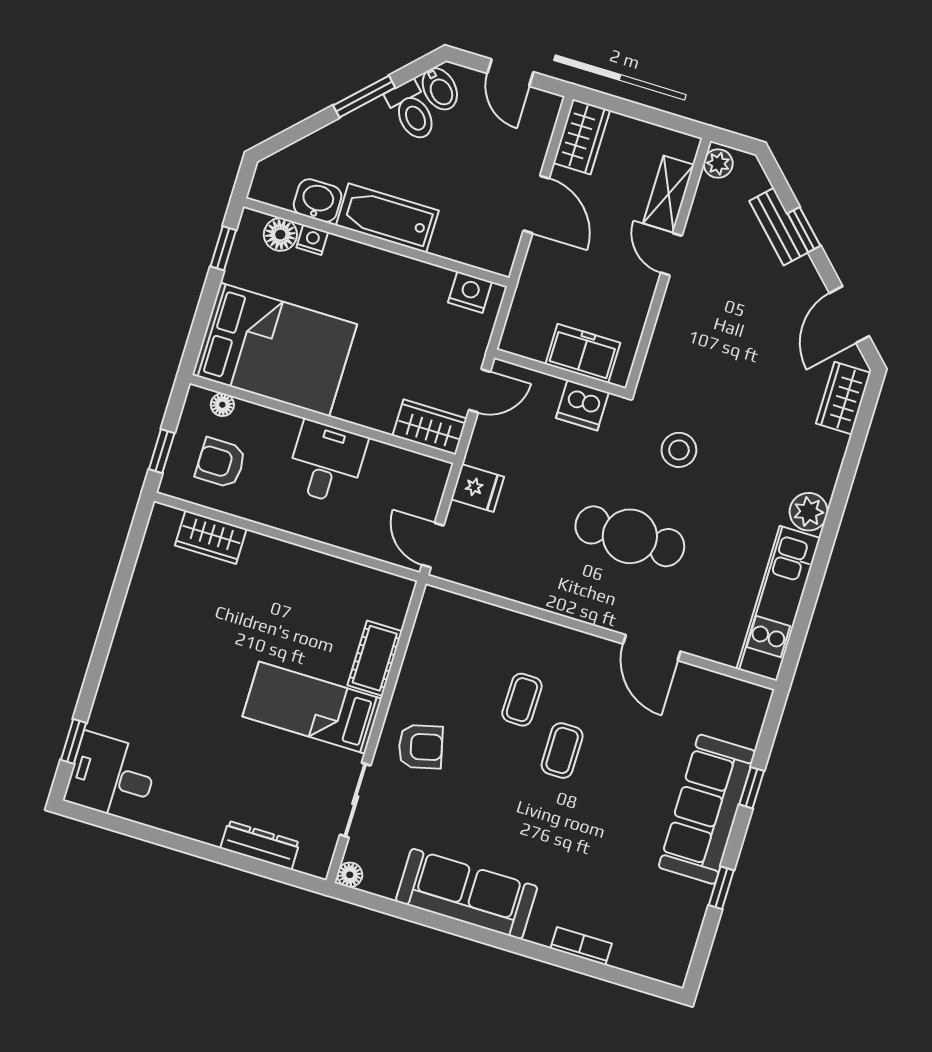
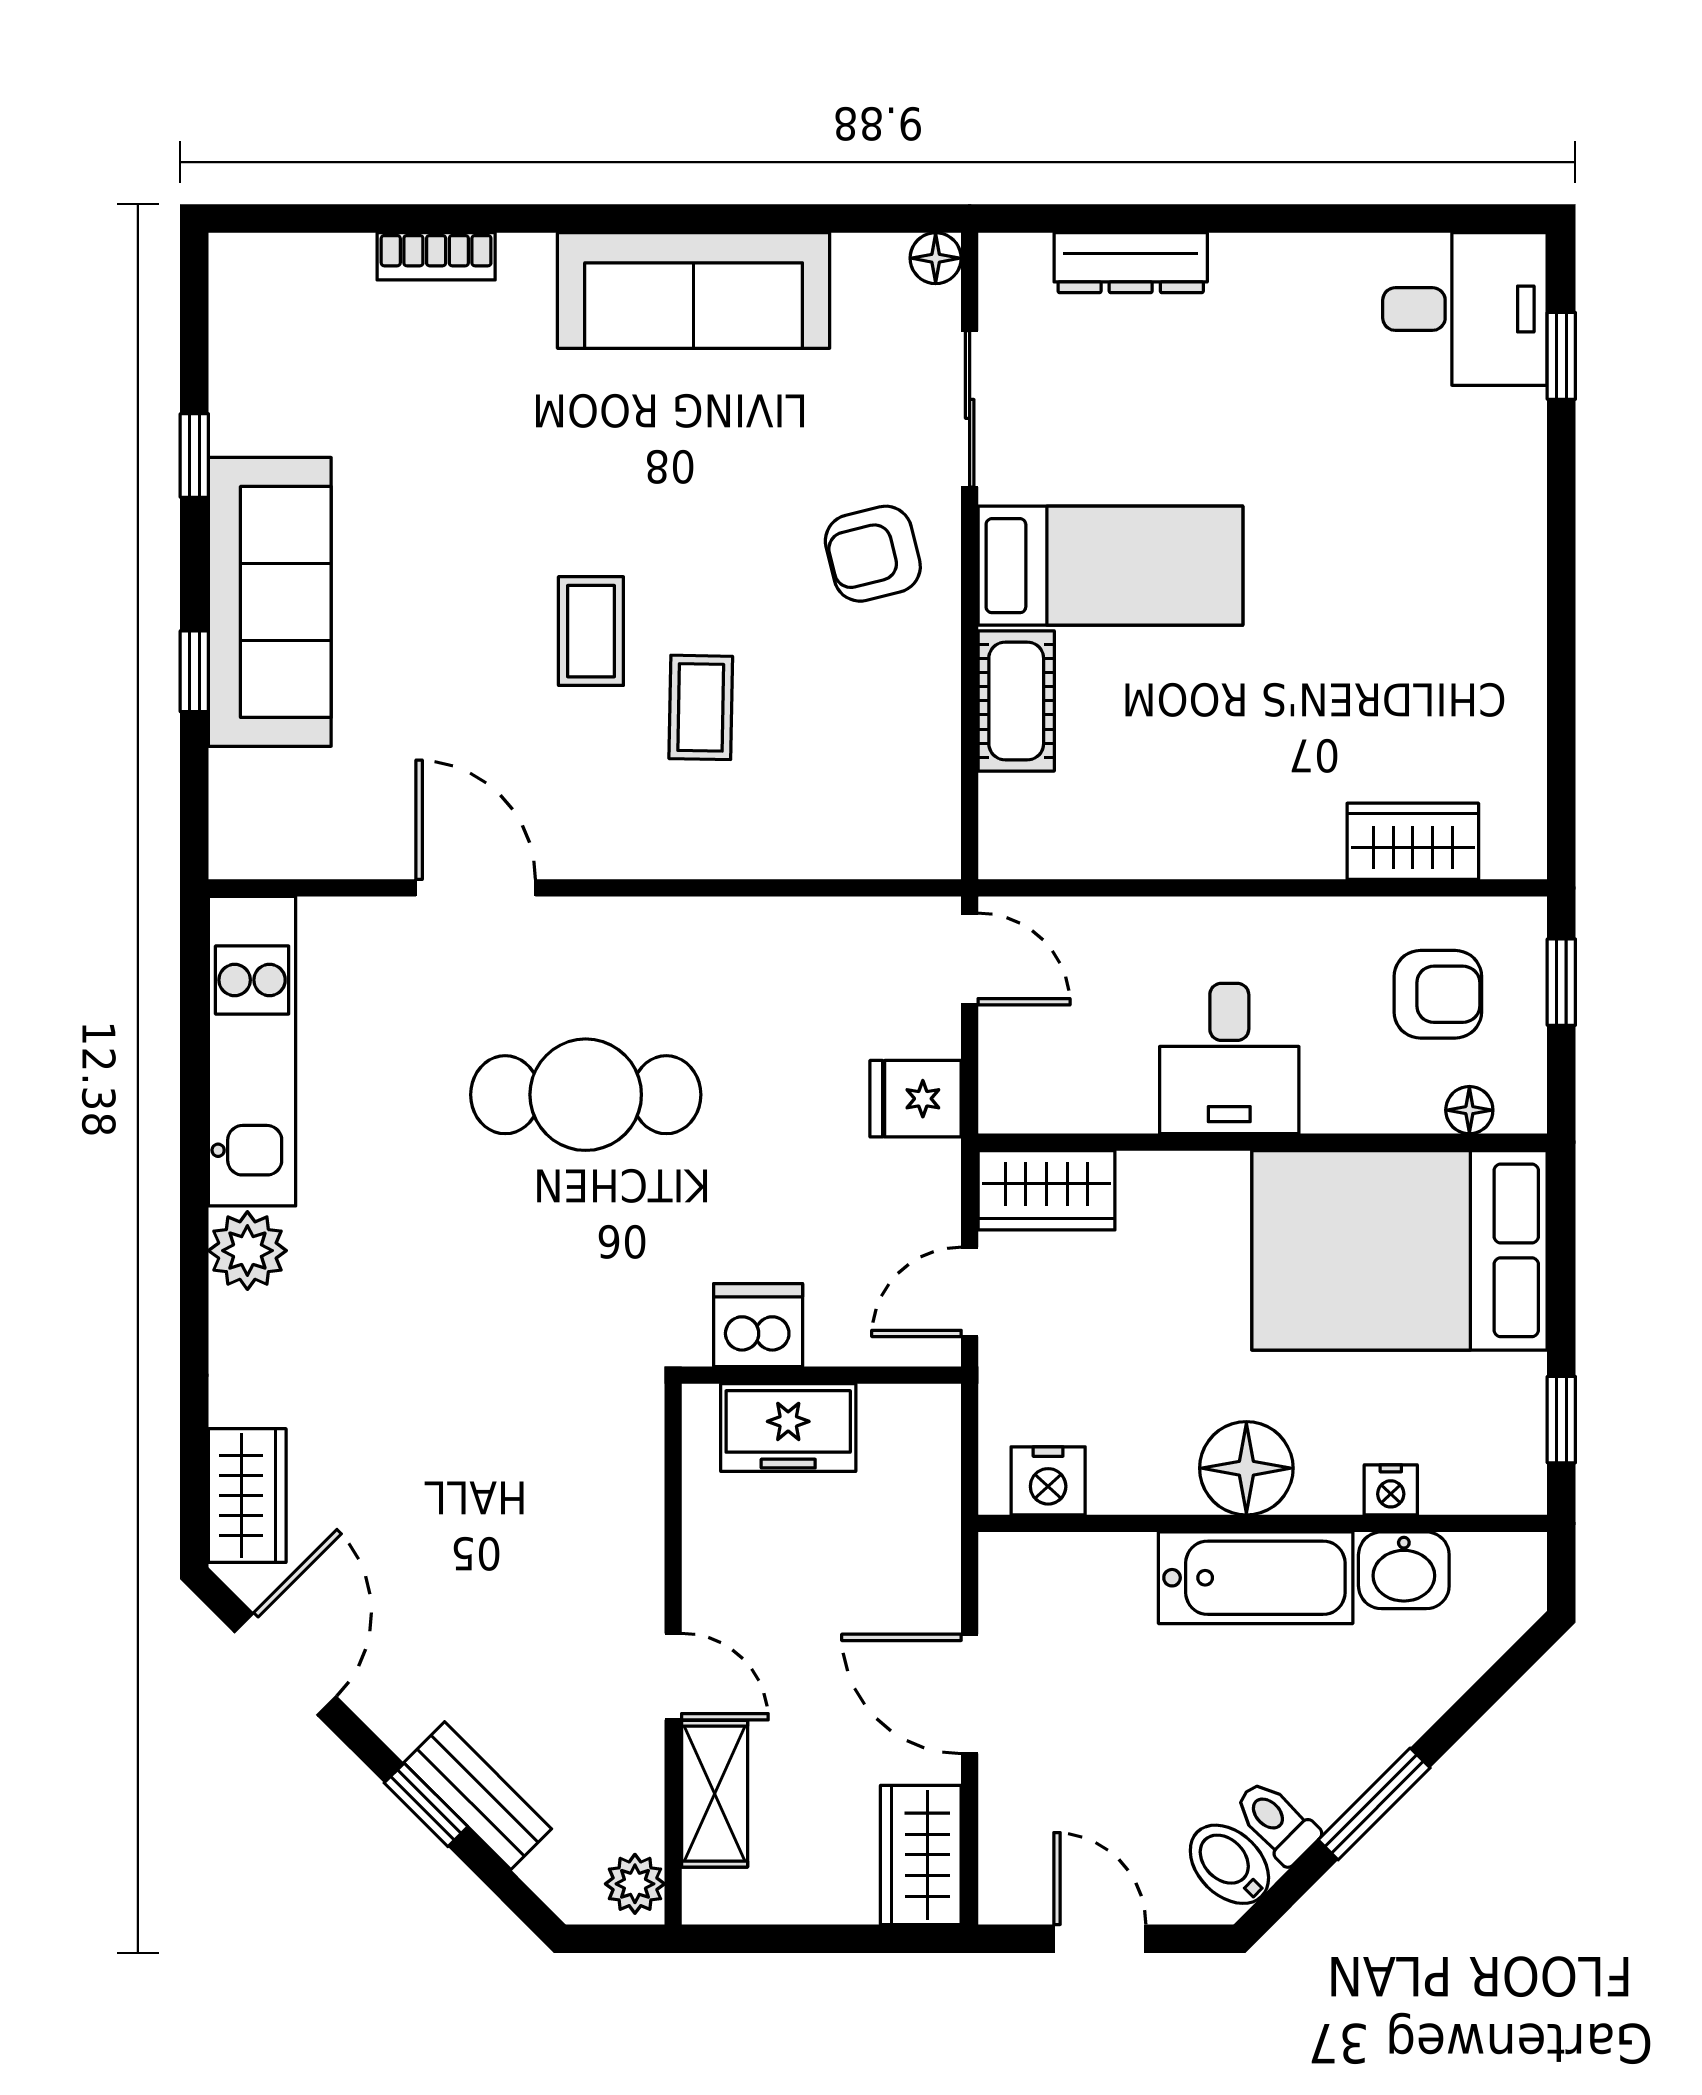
toilet: (412, 111) -> (1276, 1822), width x0.73, depth x0.72
floor lamp: (280, 234) -> (1246, 1468), moved, width x1.38, depth x1.38
stool: (679, 450) -> (541, 1295), removed

